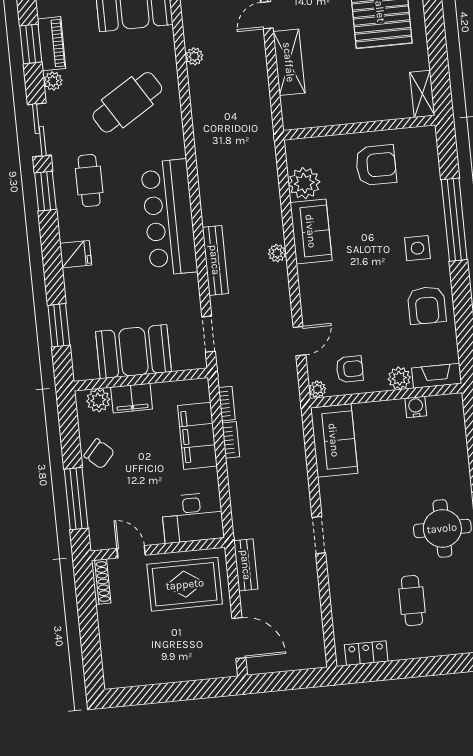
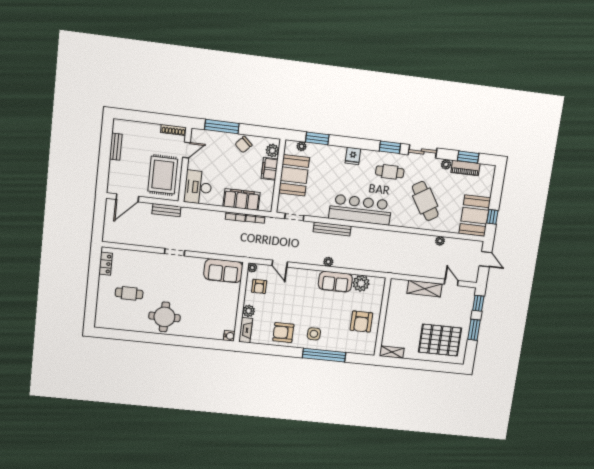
plant: (79, 350) -> (302, 146), added
water cooler: (416, 407) -> (229, 336), moved
bench: (153, 676) -> (116, 147), added

